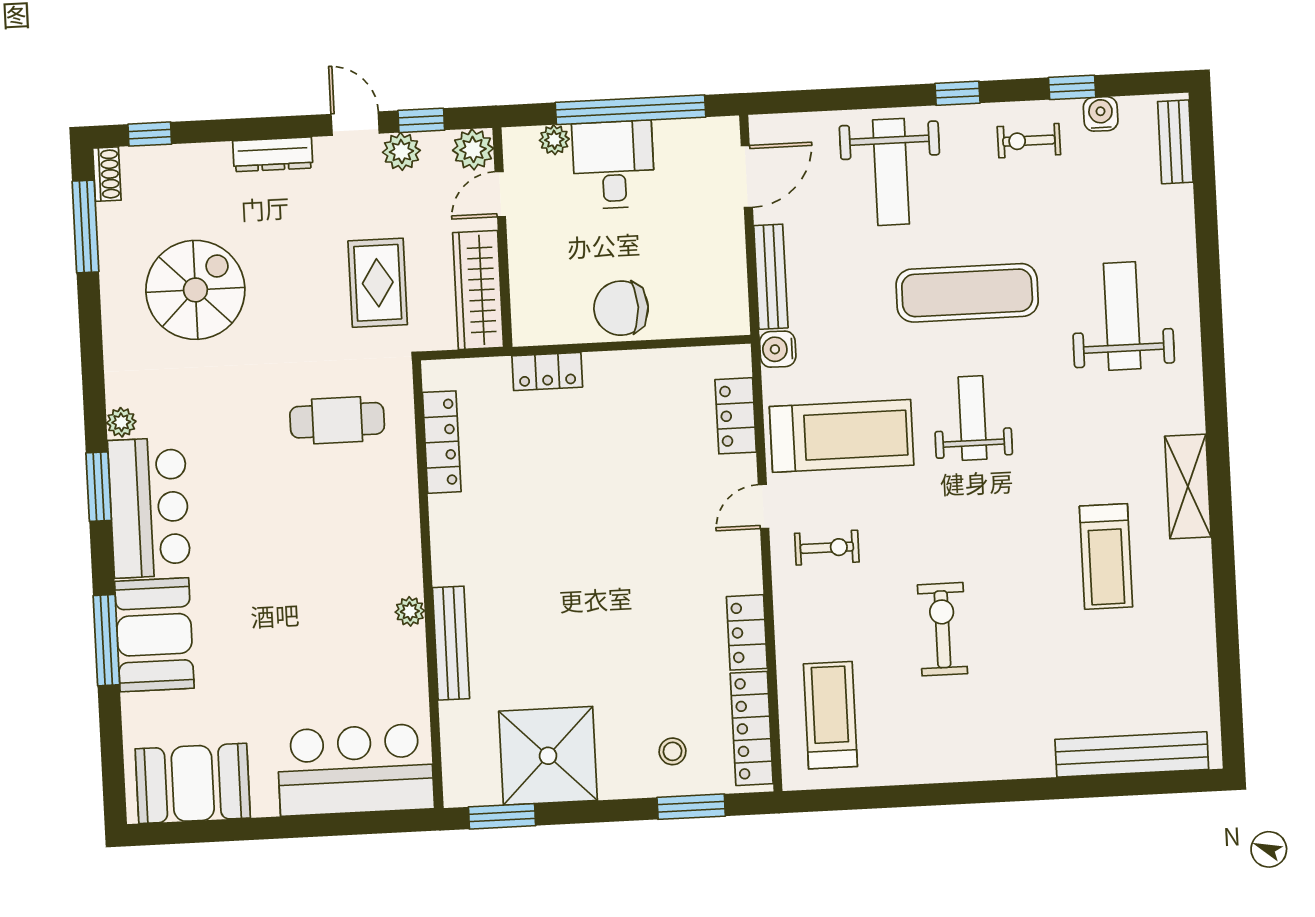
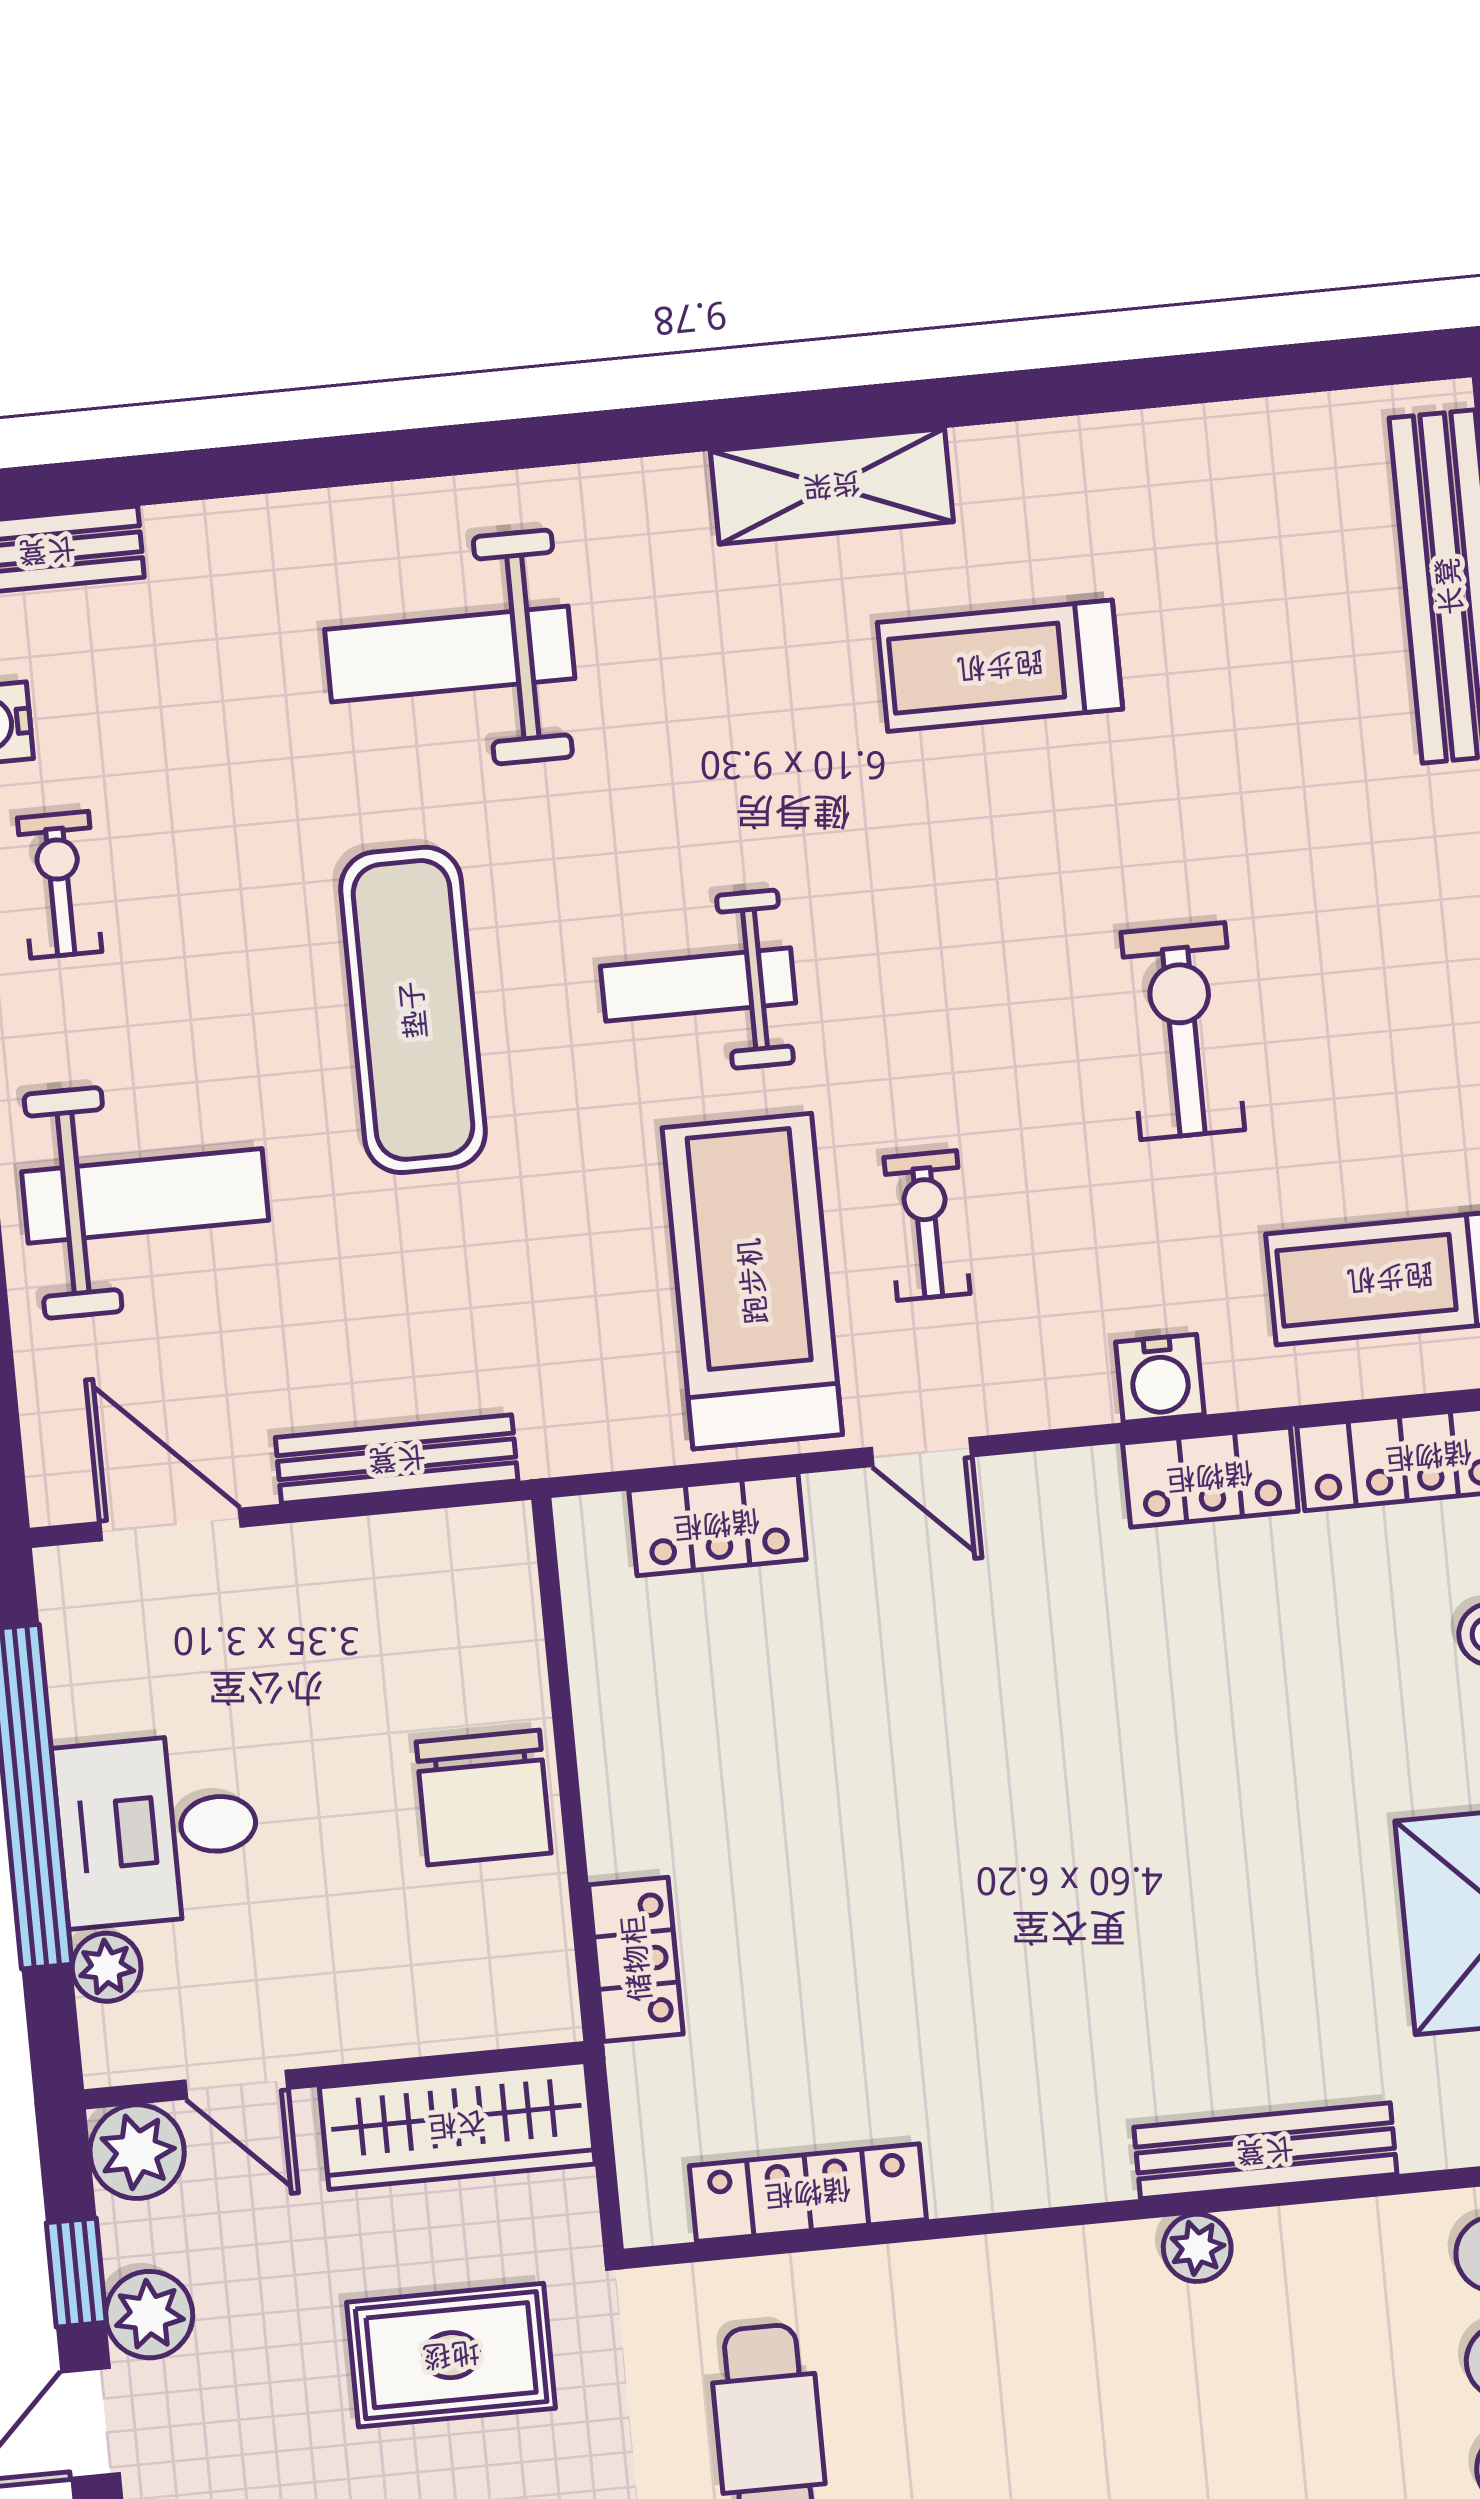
exercise bike: (1029, 141) -> (60, 885), turned 180
water cooler: (778, 349) -> (1160, 1378), moved
exercise bike: (827, 548) -> (927, 1225), moved
treadmill: (1106, 557) -> (1000, 666), turned 180
exercise bike: (943, 629) -> (1183, 1031), turned 90

